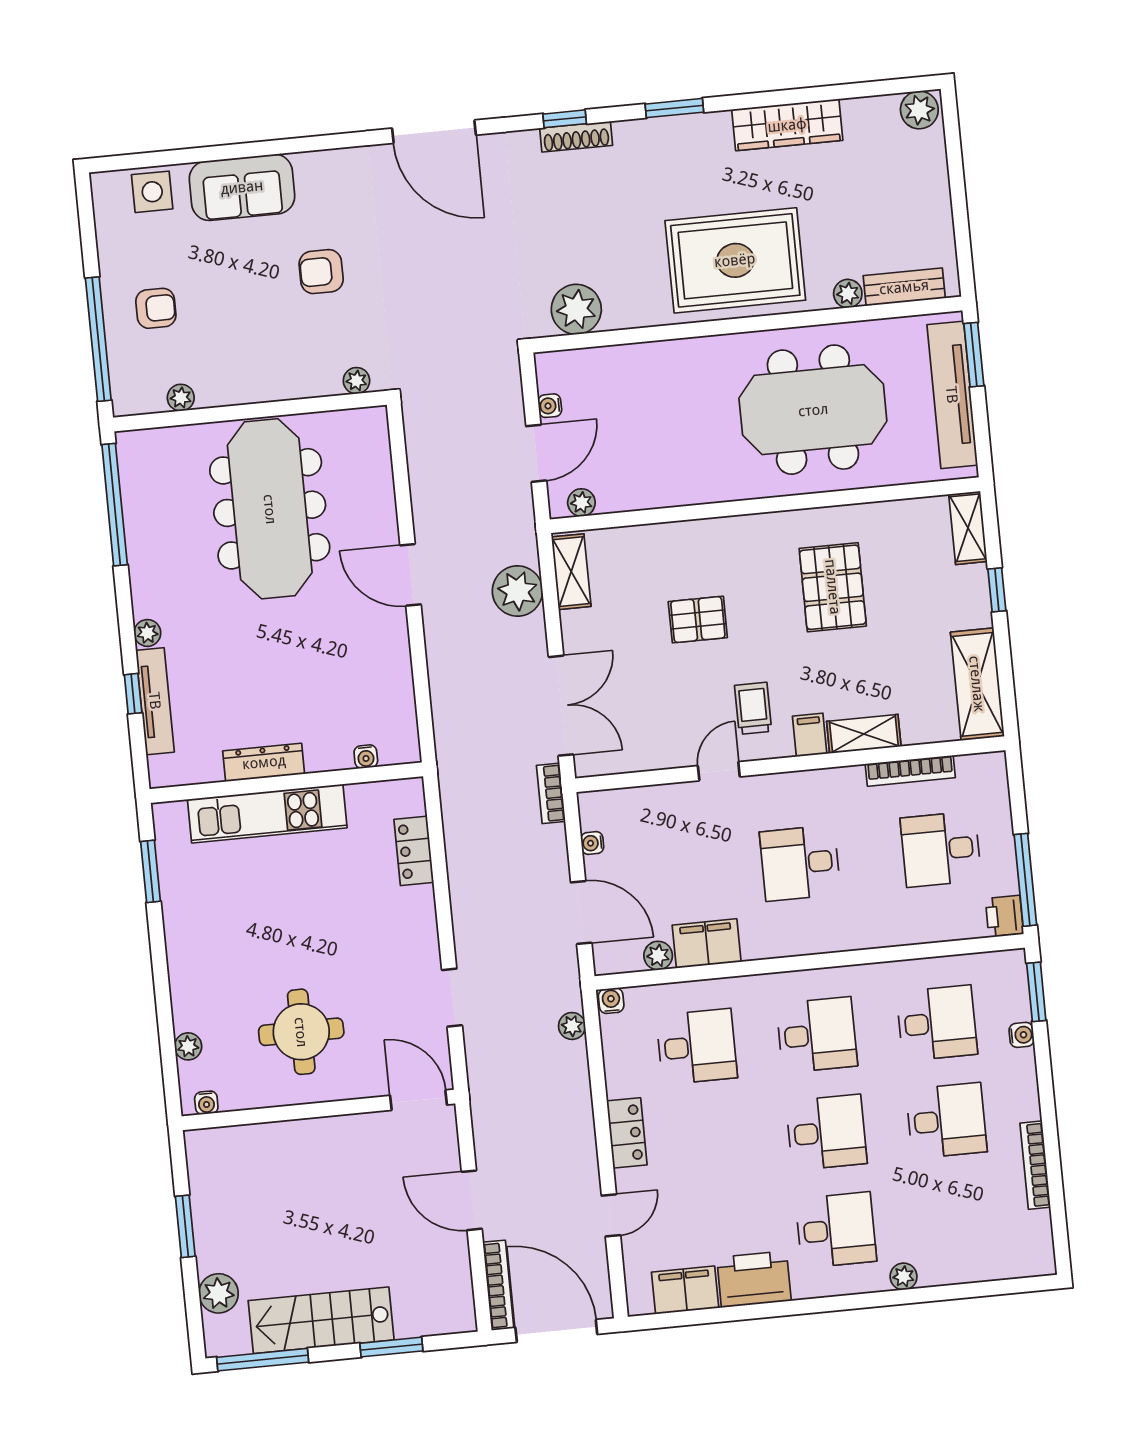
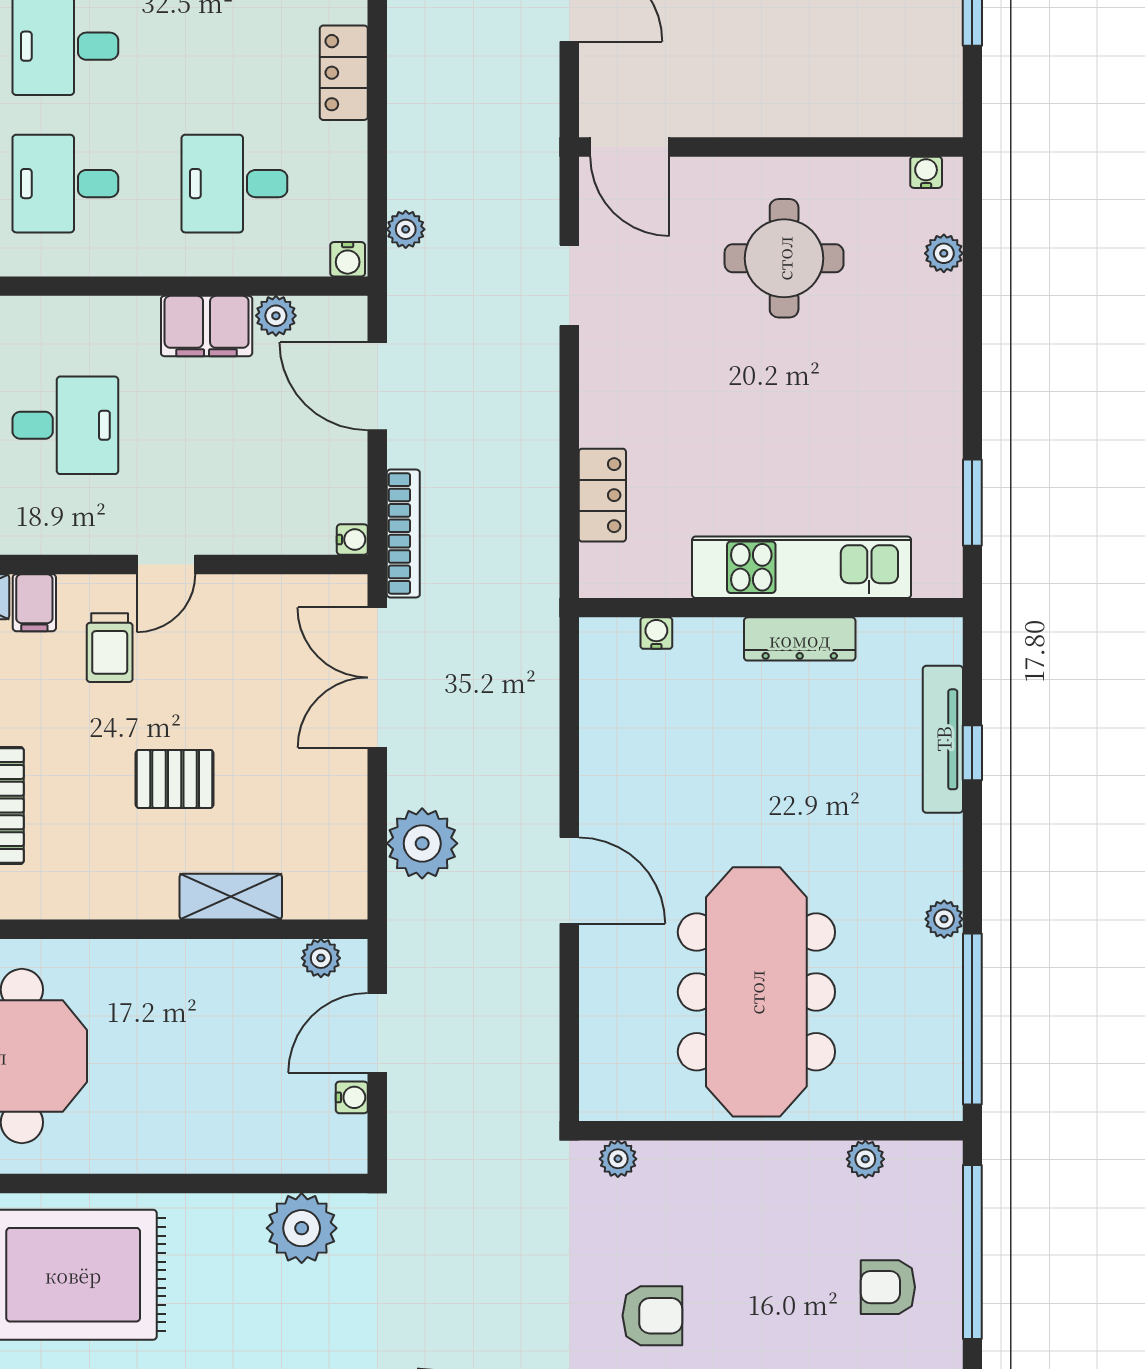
shelving: (571, 572) -> (231, 897), moved, turned 90
plant: (147, 633) -> (944, 919), moved
bookcase: (551, 793) -> (403, 533), width x1.56
water cooler: (592, 843) -> (352, 540), moved

